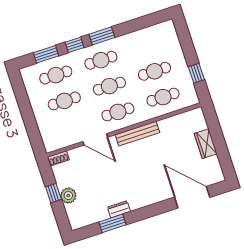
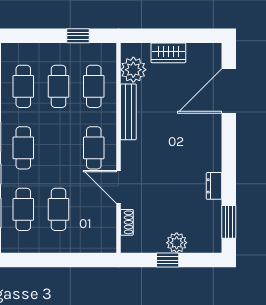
cafe table: (109, 86) -> (23, 86), moved
plant: (185, 122) -> (133, 70), added
bench: (137, 134) -> (128, 112), moved
door: (95, 139) -> (118, 187), swing flipped
shoe rack: (58, 158) -> (127, 222), moved
window: (112, 223) -> (229, 222), moved

